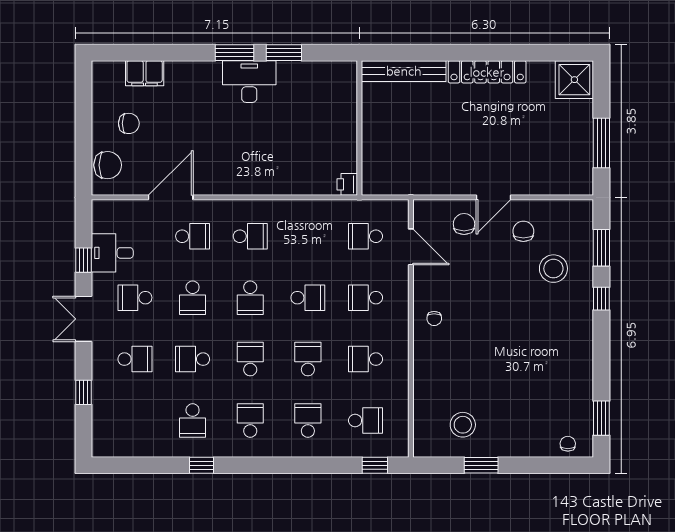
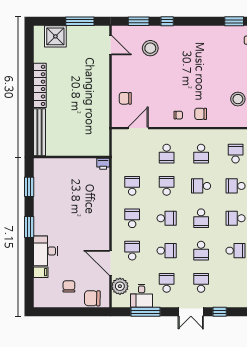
window: (284, 53) -> (29, 187), moved
filing cabinet: (145, 73) -> (41, 272), width x0.50
shower: (574, 80) -> (55, 36), moved
desk: (249, 82) -> (45, 251), moved
chair: (108, 165) -> (92, 298), turned -89
door: (493, 197) -> (110, 45), moved
plant: (129, 214) -> (120, 286), added
chair: (523, 231) -> (201, 114), moved
school desk: (366, 236) -> (132, 186), moved, turned 180
window: (84, 260) -> (146, 312), width x2.17
school desk: (135, 298) -> (167, 283), turned 180
double door: (84, 319) -> (191, 312), moved
school desk: (250, 359) -> (201, 218), turned -90

